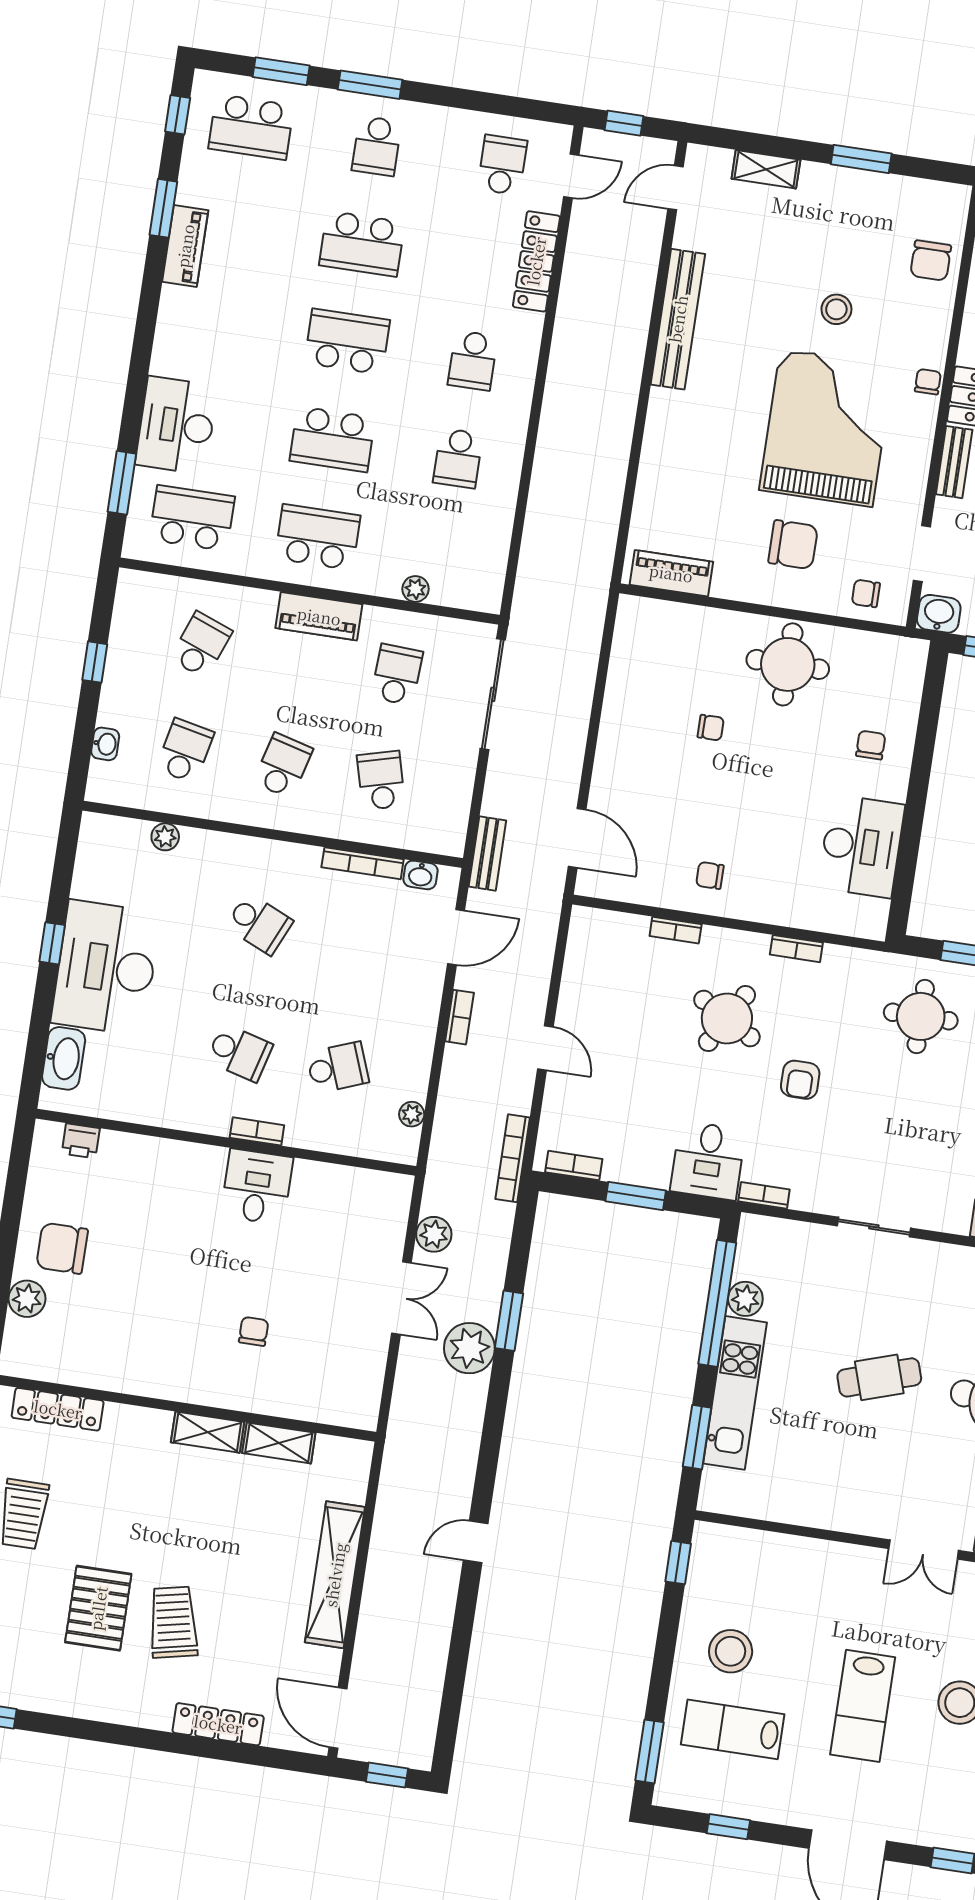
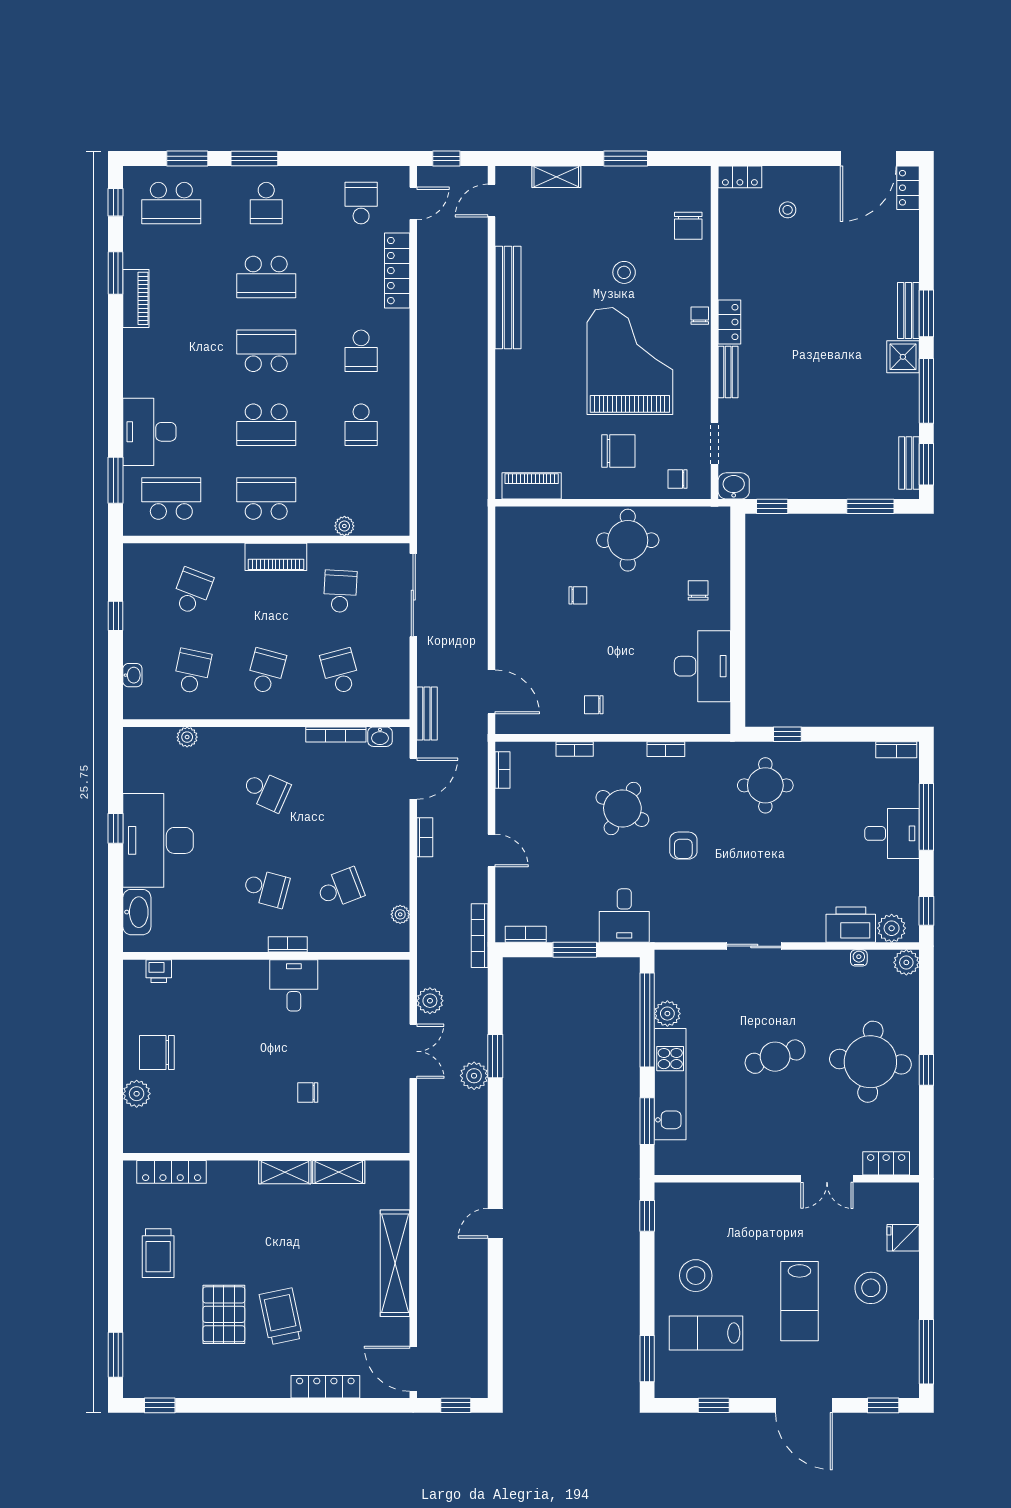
bookcase: (764, 1195) -> (503, 770), moved, turned 90
chair: (254, 1331) -> (308, 1092), turned -90
plant: (469, 1348) -> (474, 1076), width x0.73, depth x0.73

